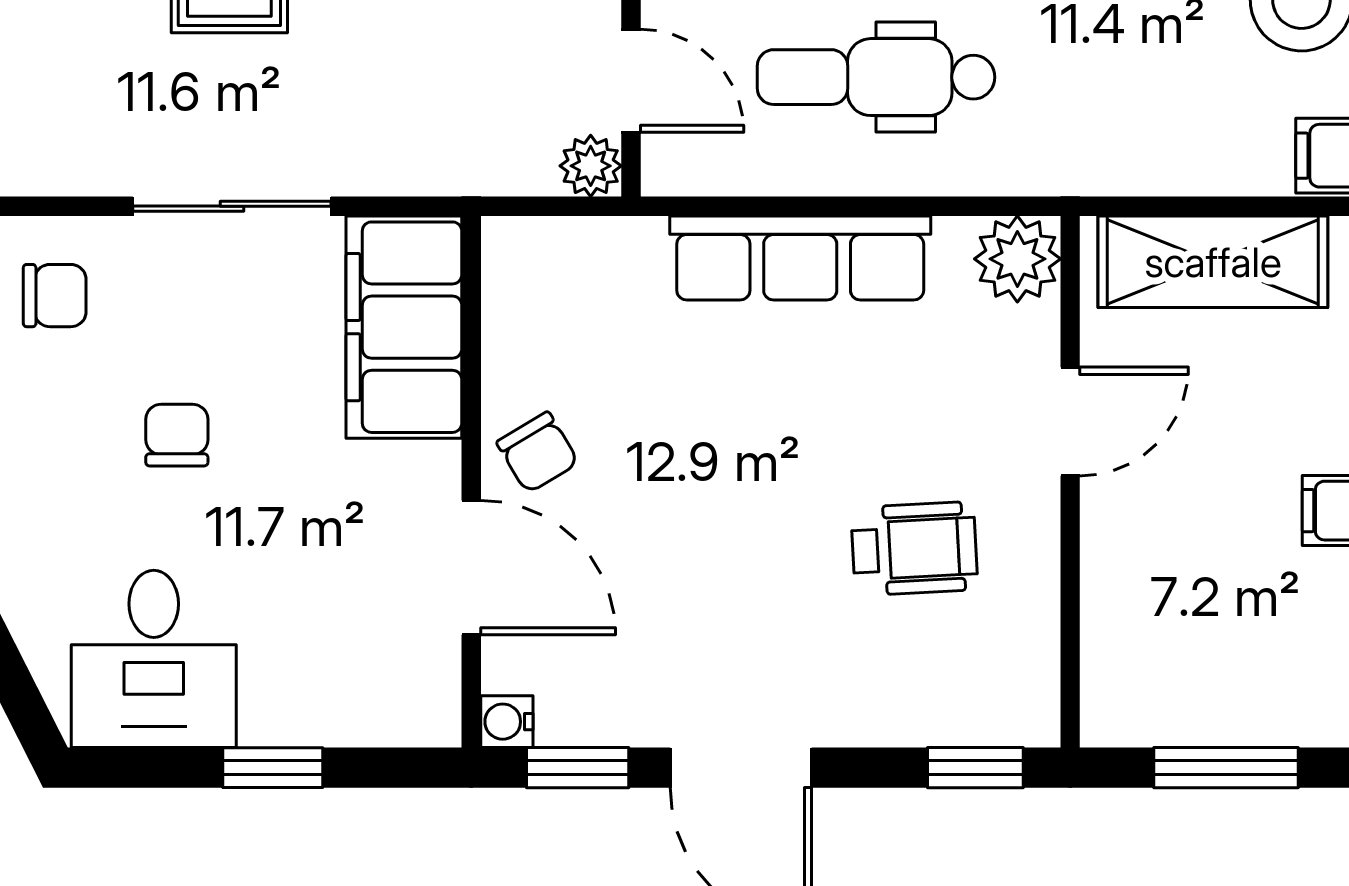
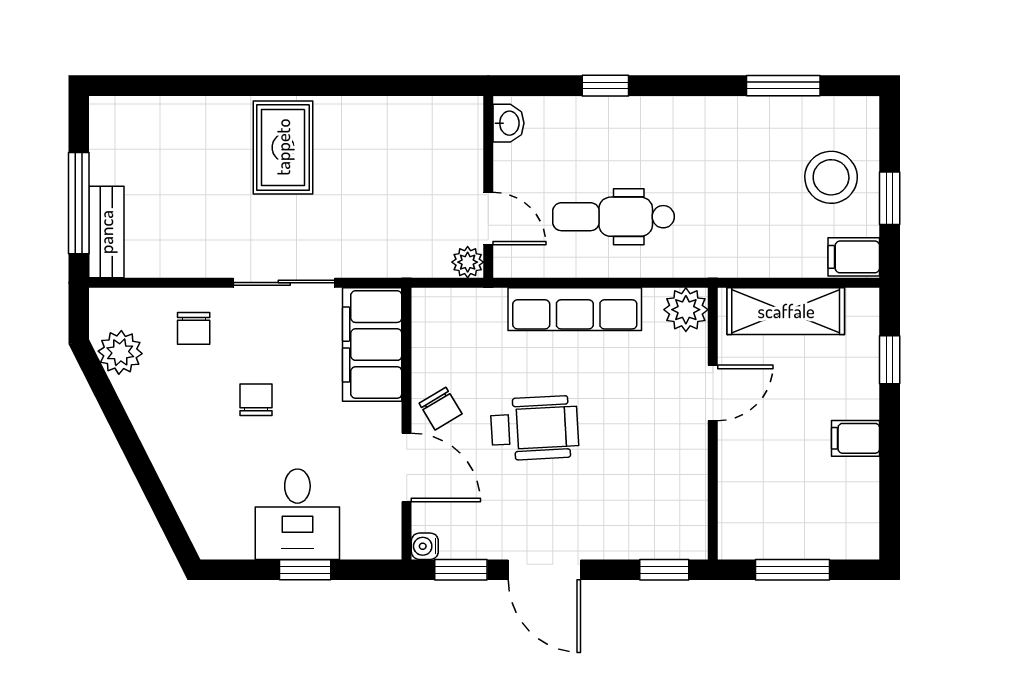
chair: (55, 296) -> (194, 328), turned 90
wheelchair: (914, 549) -> (535, 428), moved, width x1.36, depth x1.37
desk: (154, 659) -> (297, 514), moved

